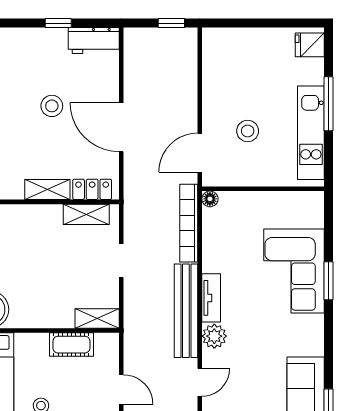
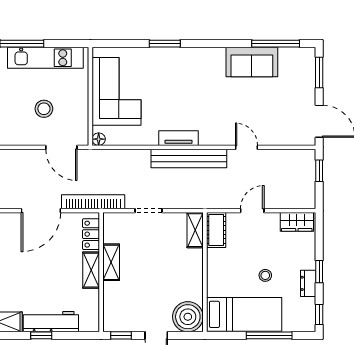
stool: (52, 106) -> (24, 267), removed
shelving: (86, 214) -> (111, 262), moved
bookcase: (189, 223) -> (93, 202), moved, turned 180
corner sofa: (294, 271) -> (116, 91), moved, turned -90
plant: (214, 336) -> (209, 136), removed
cot: (71, 345) -> (216, 230), moved

